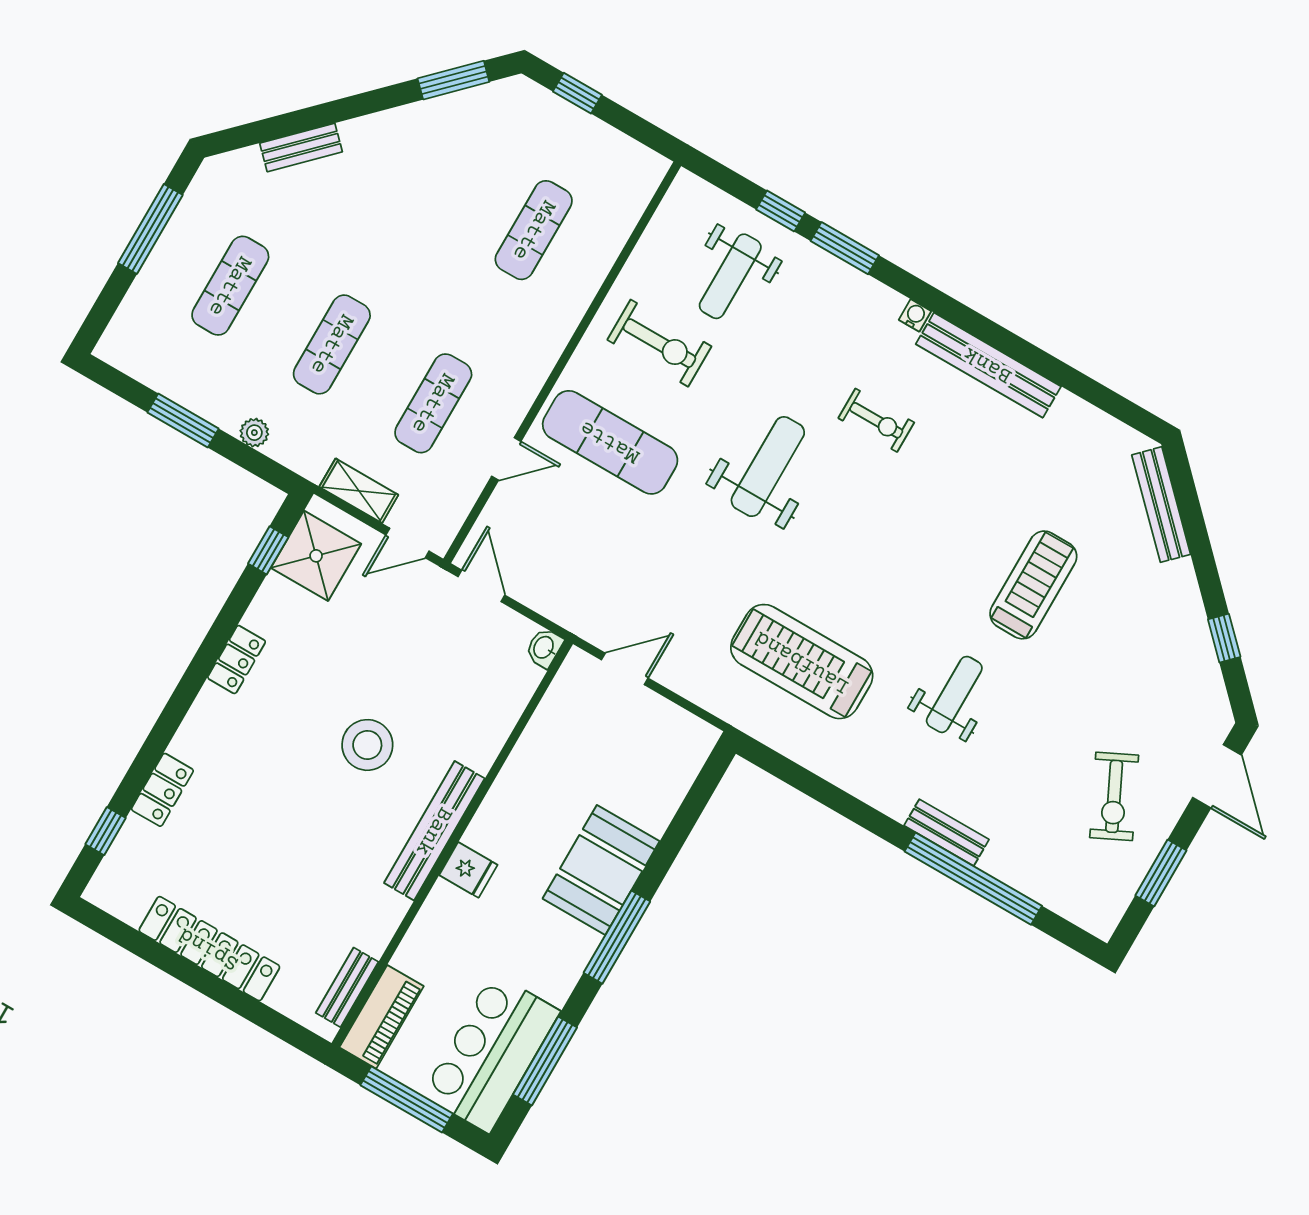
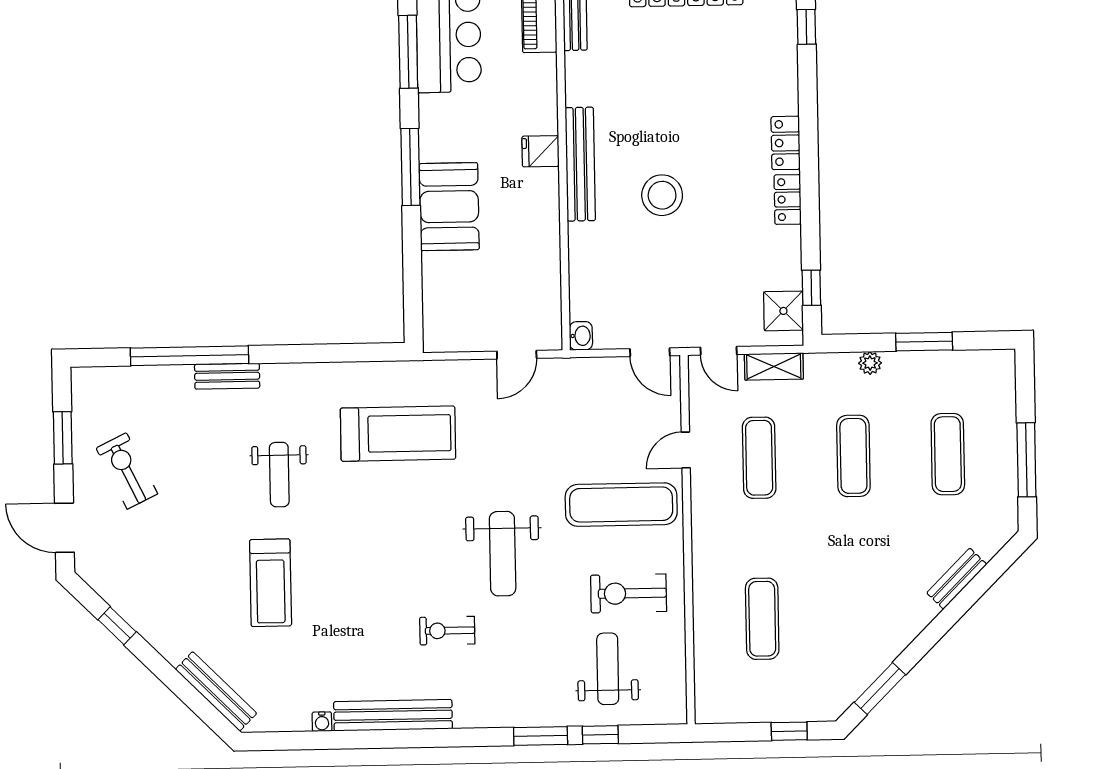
water cooler: (915, 315) -> (322, 722), moved
door: (407, 543) -> (719, 351), swing flipped
shower: (316, 556) -> (783, 311), width x0.73, depth x0.73
locker: (162, 790) -> (786, 143), moved

